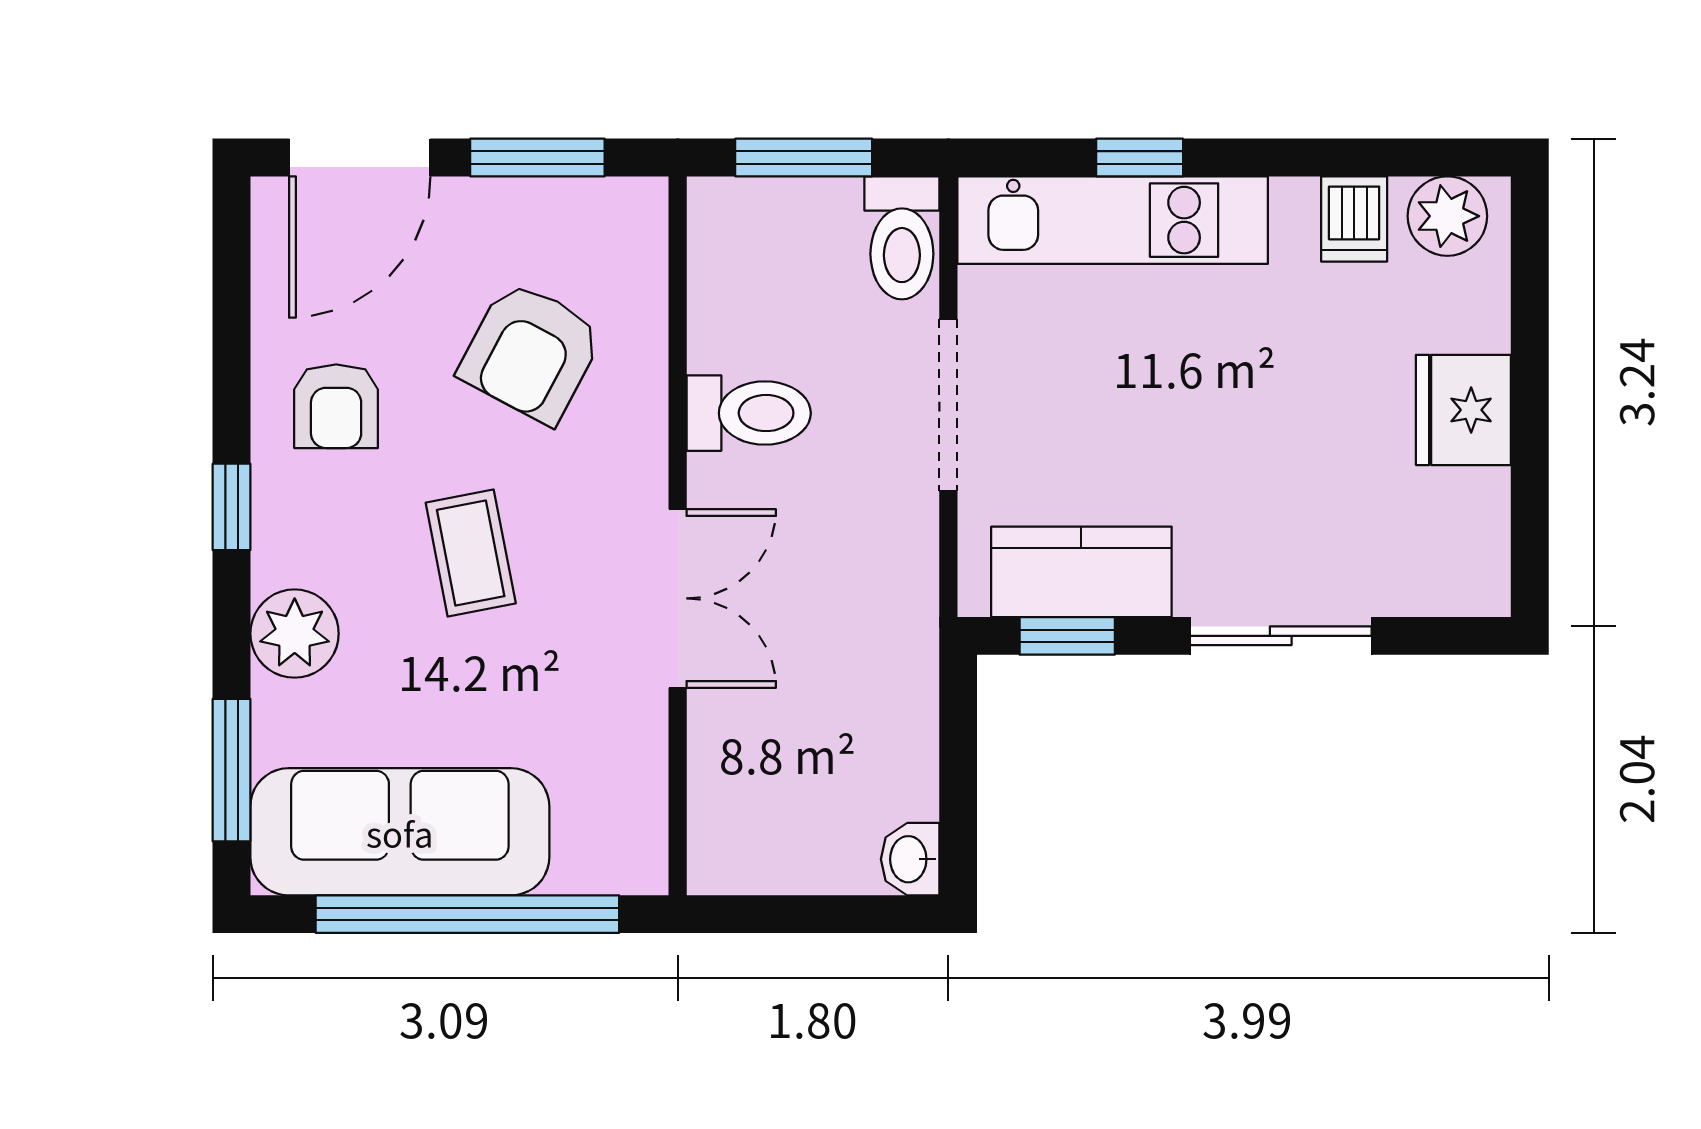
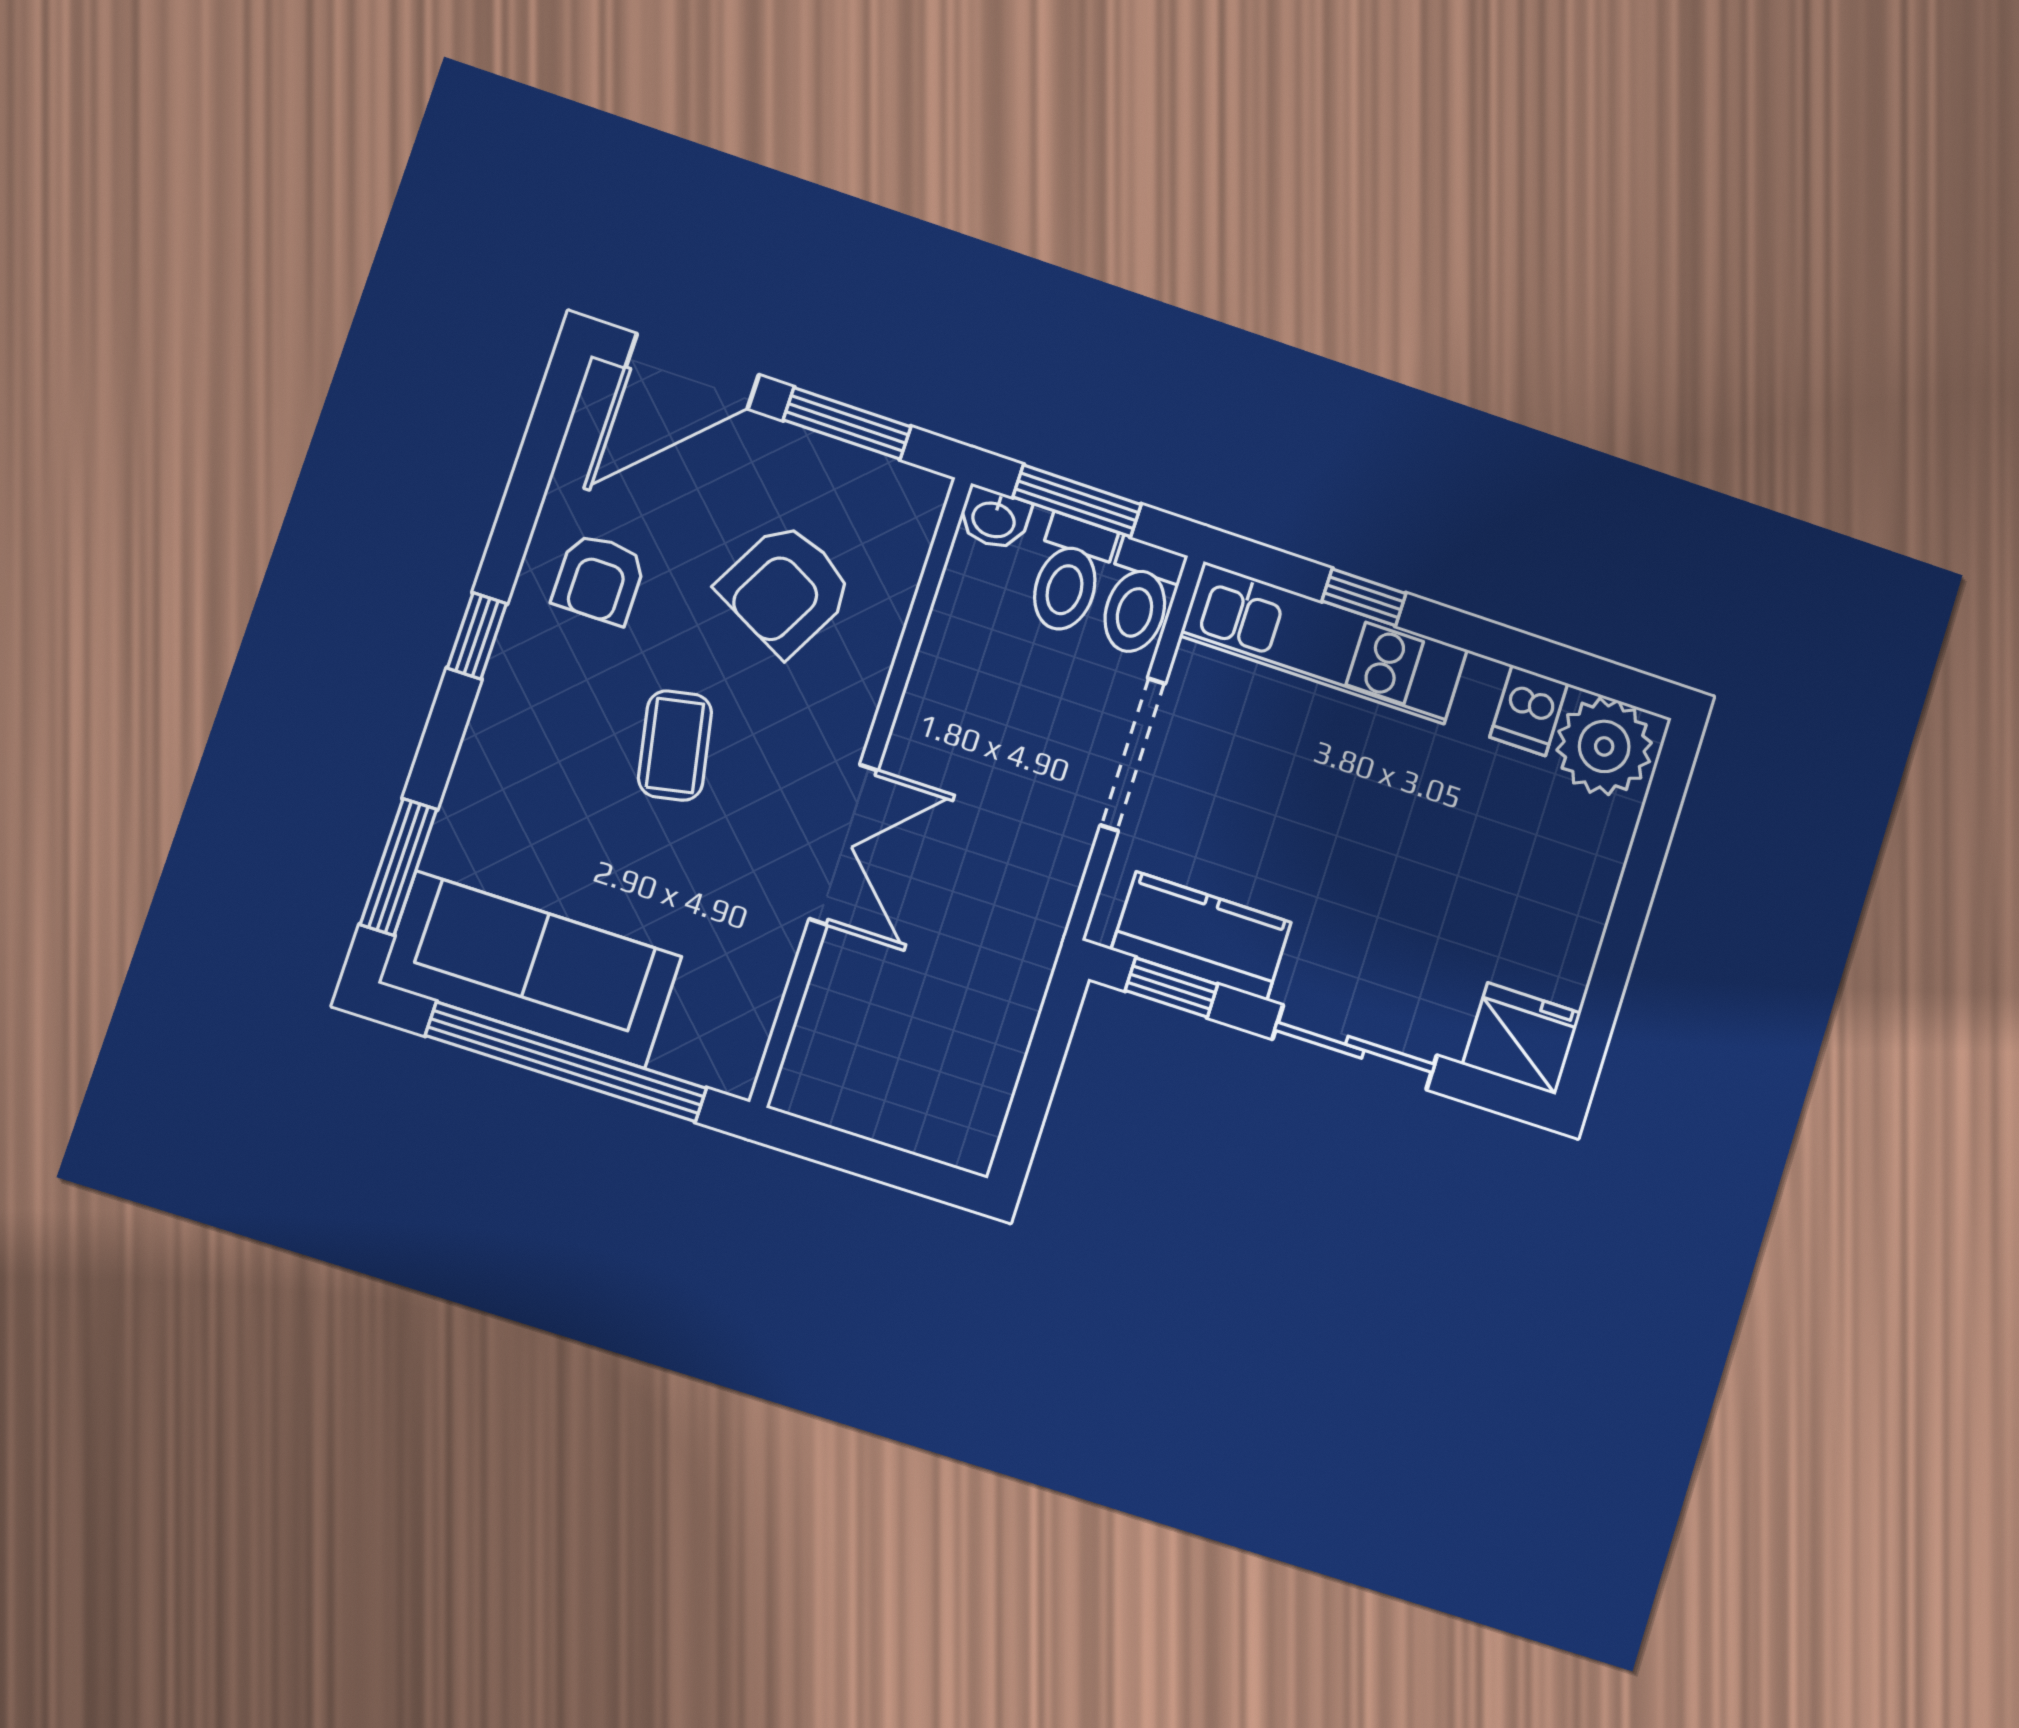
plant: (1447, 216) -> (1604, 746), width x1.36, depth x1.36
fridge: (1463, 410) -> (1522, 1039), moved, turned 90
toilet: (749, 413) -> (1069, 575), moved, turned 90
plant: (295, 634) -> (495, 765), removed
washbasin: (910, 859) -> (994, 518), moved, turned -90

